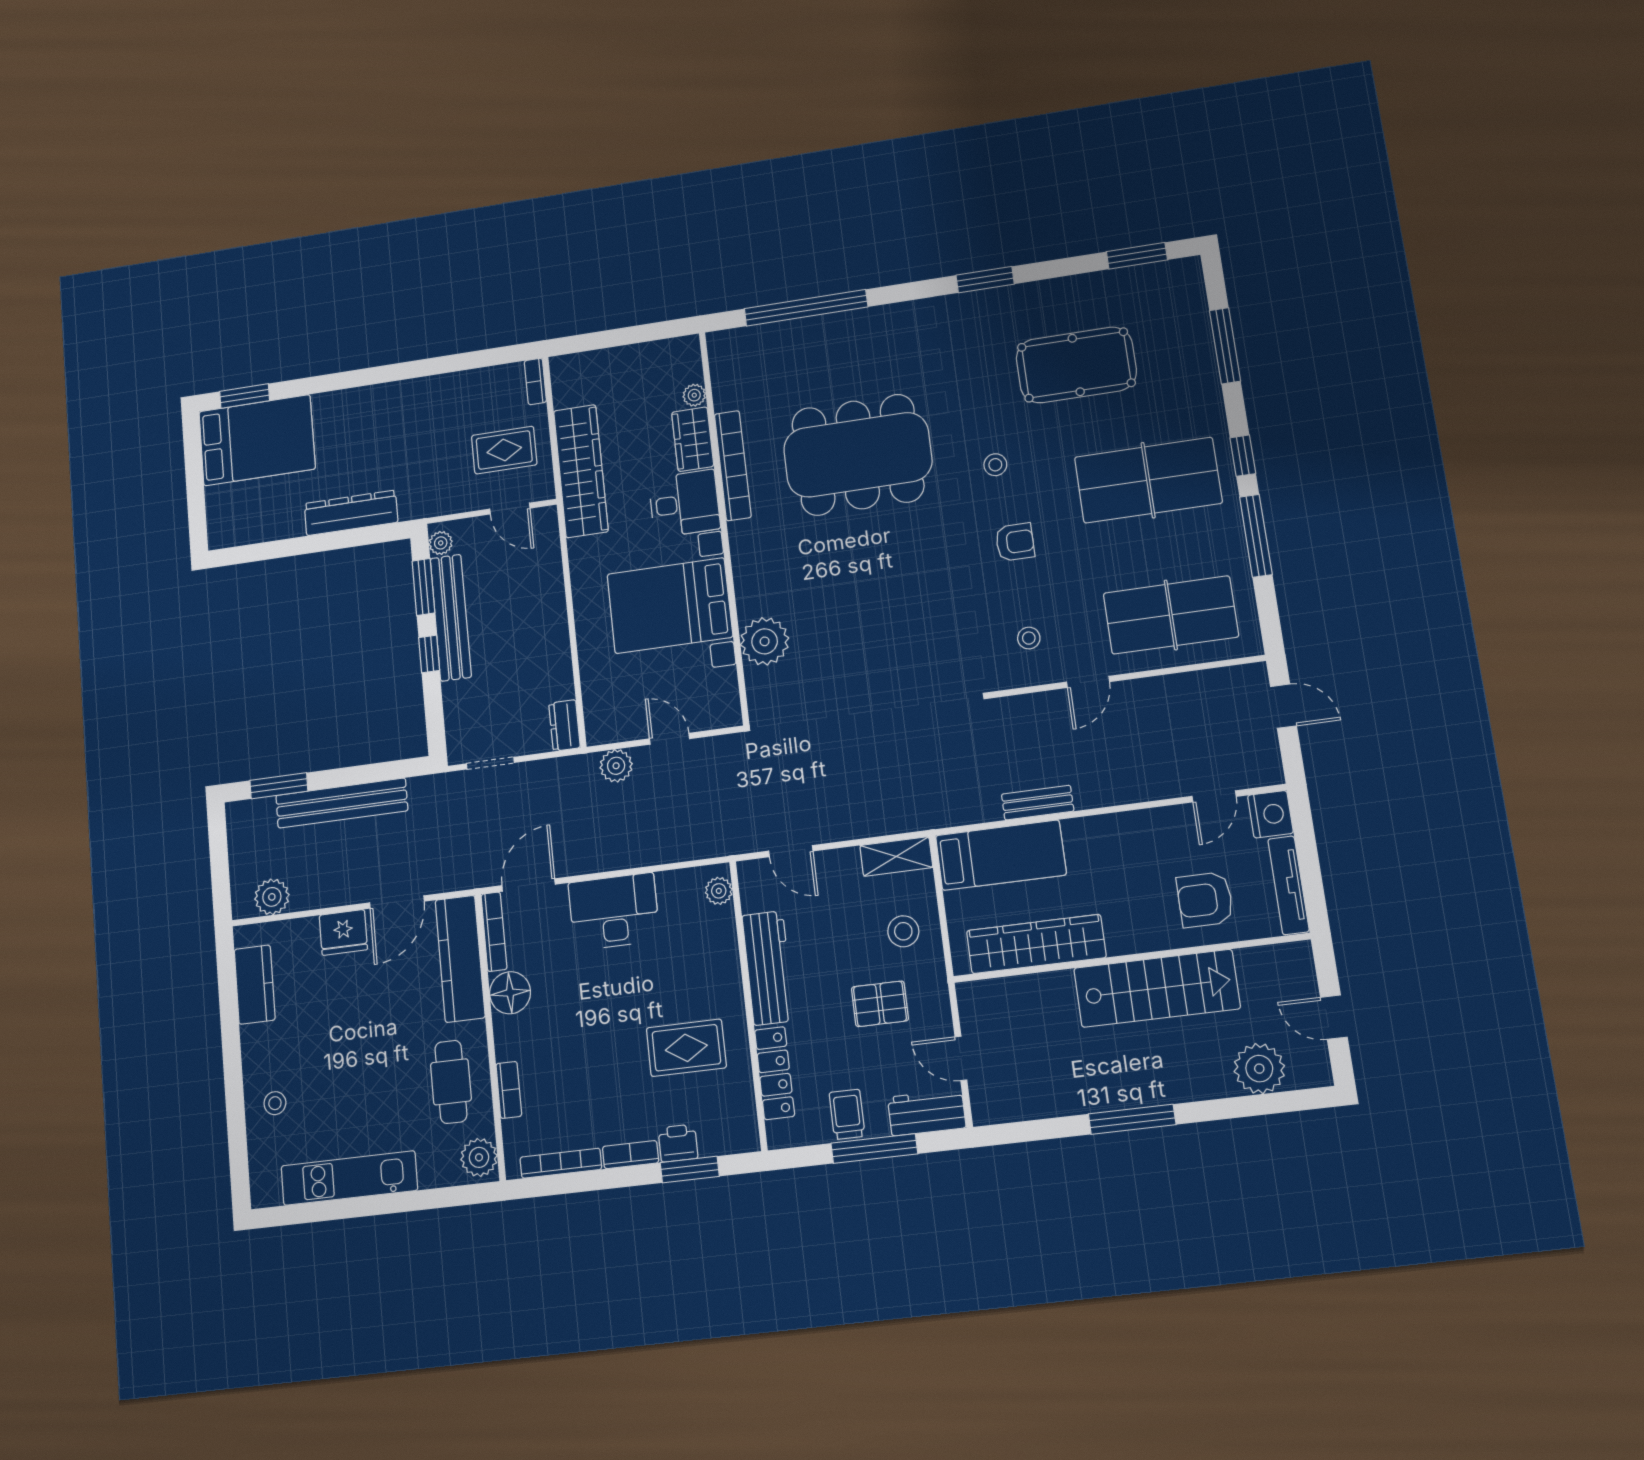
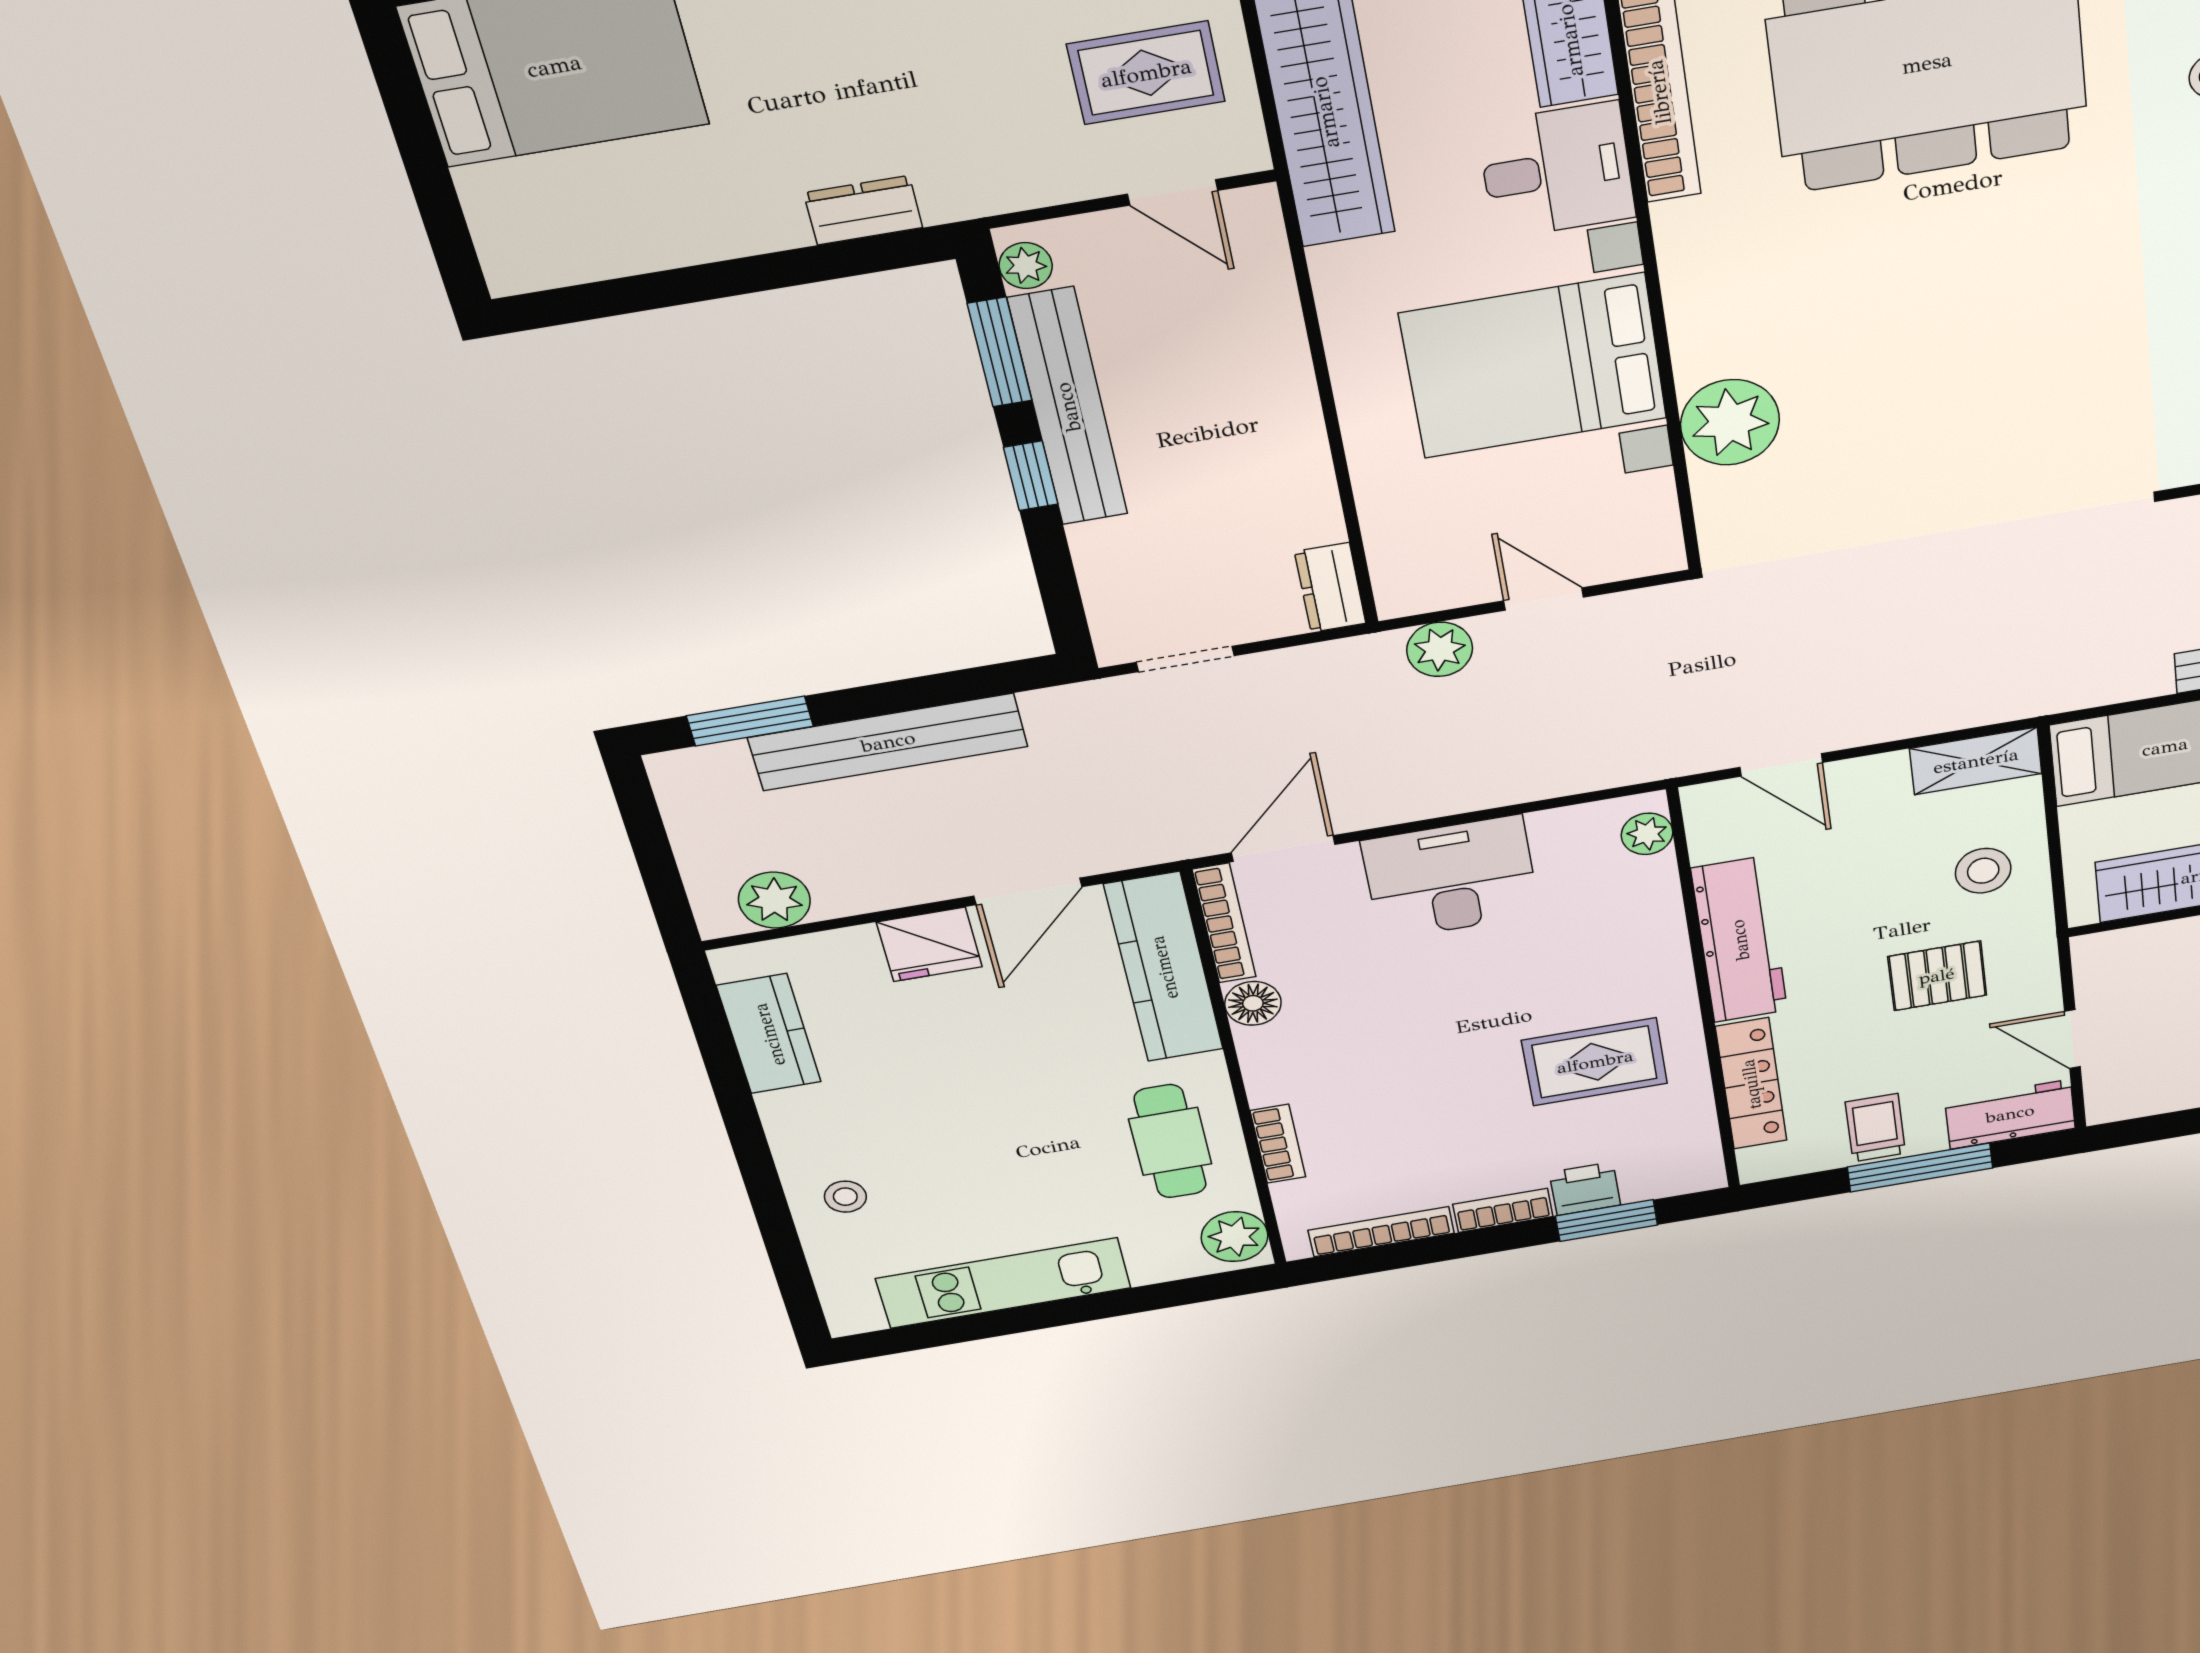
dresser: (351, 513) -> (863, 210), width x0.51, depth x0.80
floor lamp: (510, 993) -> (1253, 1003), width x0.73, depth x0.73

